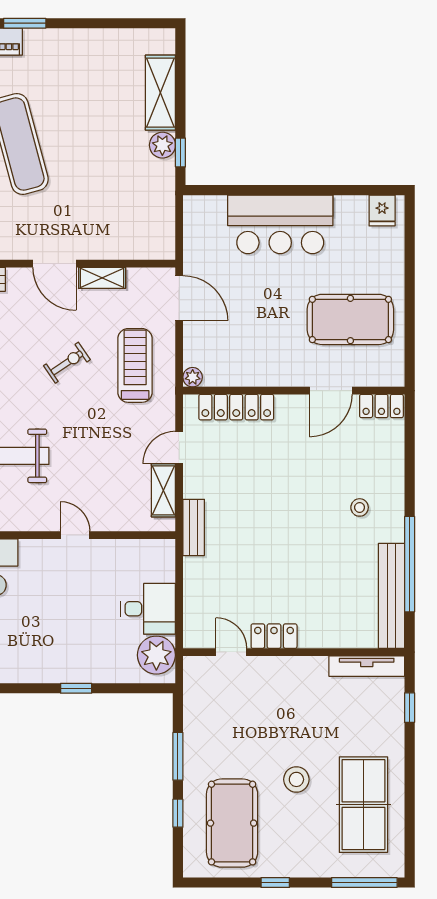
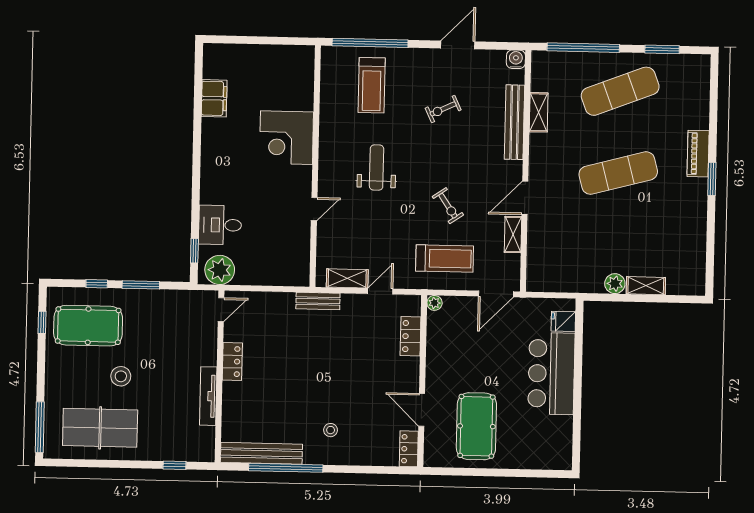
shelving: (160, 93) -> (646, 286), width x0.67, depth x0.75
window: (180, 153) -> (609, 297), removed
fridge: (382, 211) -> (563, 321), moved
locker: (236, 407) -> (410, 336), width x0.66
door: (179, 447) -> (380, 291), hinge flipped
desk: (148, 609) -> (220, 225), moved, turned 90
door: (231, 652) -> (221, 310), moved
tv unit: (367, 666) -> (208, 396), moved
window: (76, 688) -> (194, 251), moved
window: (275, 883) -> (42, 322), moved

